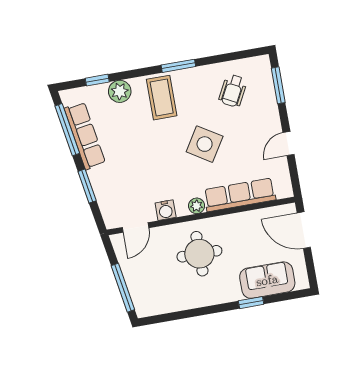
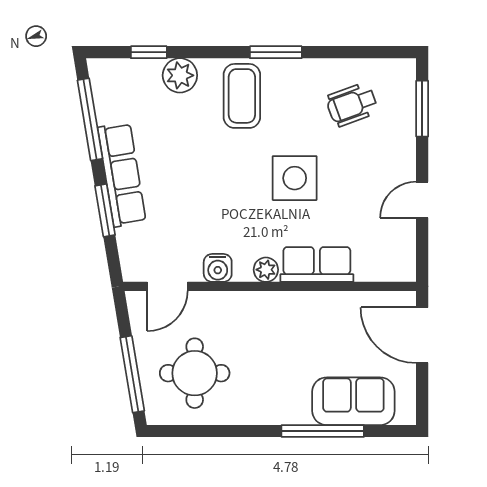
wheelchair: (233, 91) -> (352, 105), turned 42
row of seats: (85, 136) -> (122, 175), moved
side table: (205, 144) -> (295, 178), turned -32
row of seats: (240, 195) -> (317, 264), width x0.68
round table: (199, 254) -> (195, 373), moved
window: (251, 303) -> (323, 431), width x2.17

